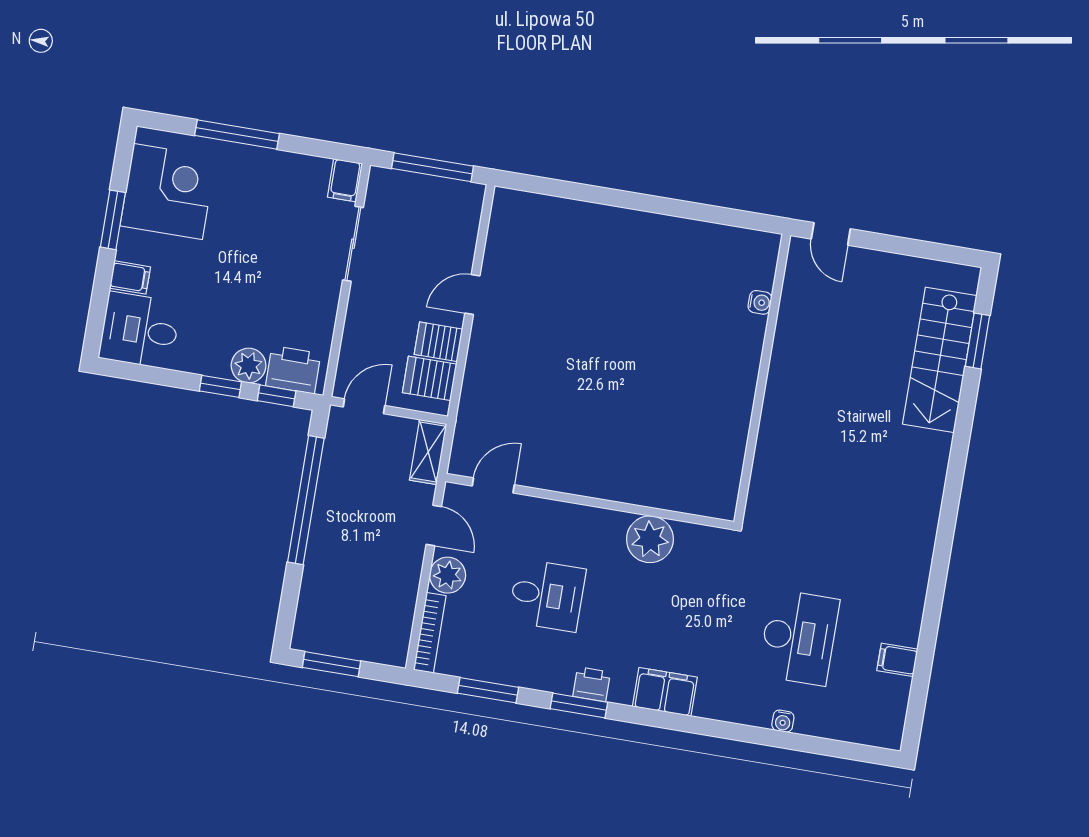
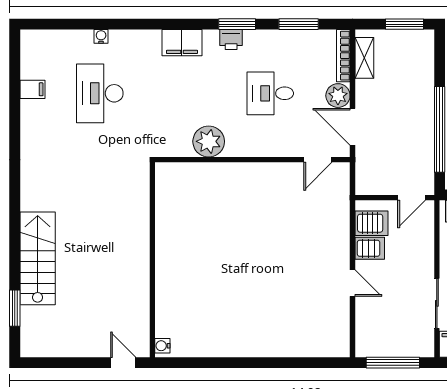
door: (472, 294) -> (353, 283), hinge flipped
water cooler: (760, 302) -> (162, 346), moved
stairs: (940, 360) -> (38, 258), moved
shelving: (428, 452) -> (364, 58), moved
door: (434, 526) -> (353, 127), width x1.38

